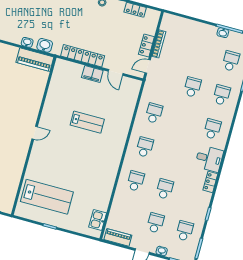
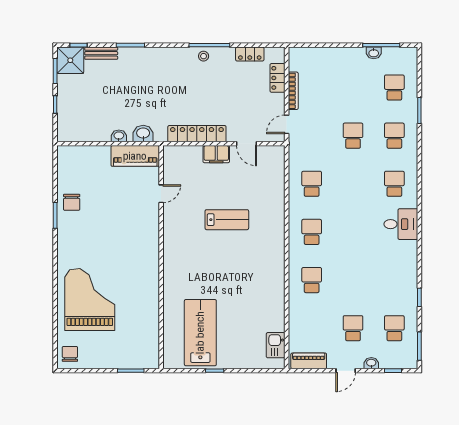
locker: (146, 46) -> (277, 78), moved
door: (35, 133) -> (161, 194), moved
locker: (210, 182) -> (411, 254), removed
school desk: (165, 189) -> (353, 280), removed
lab bench: (47, 197) -> (200, 333), turned -90

